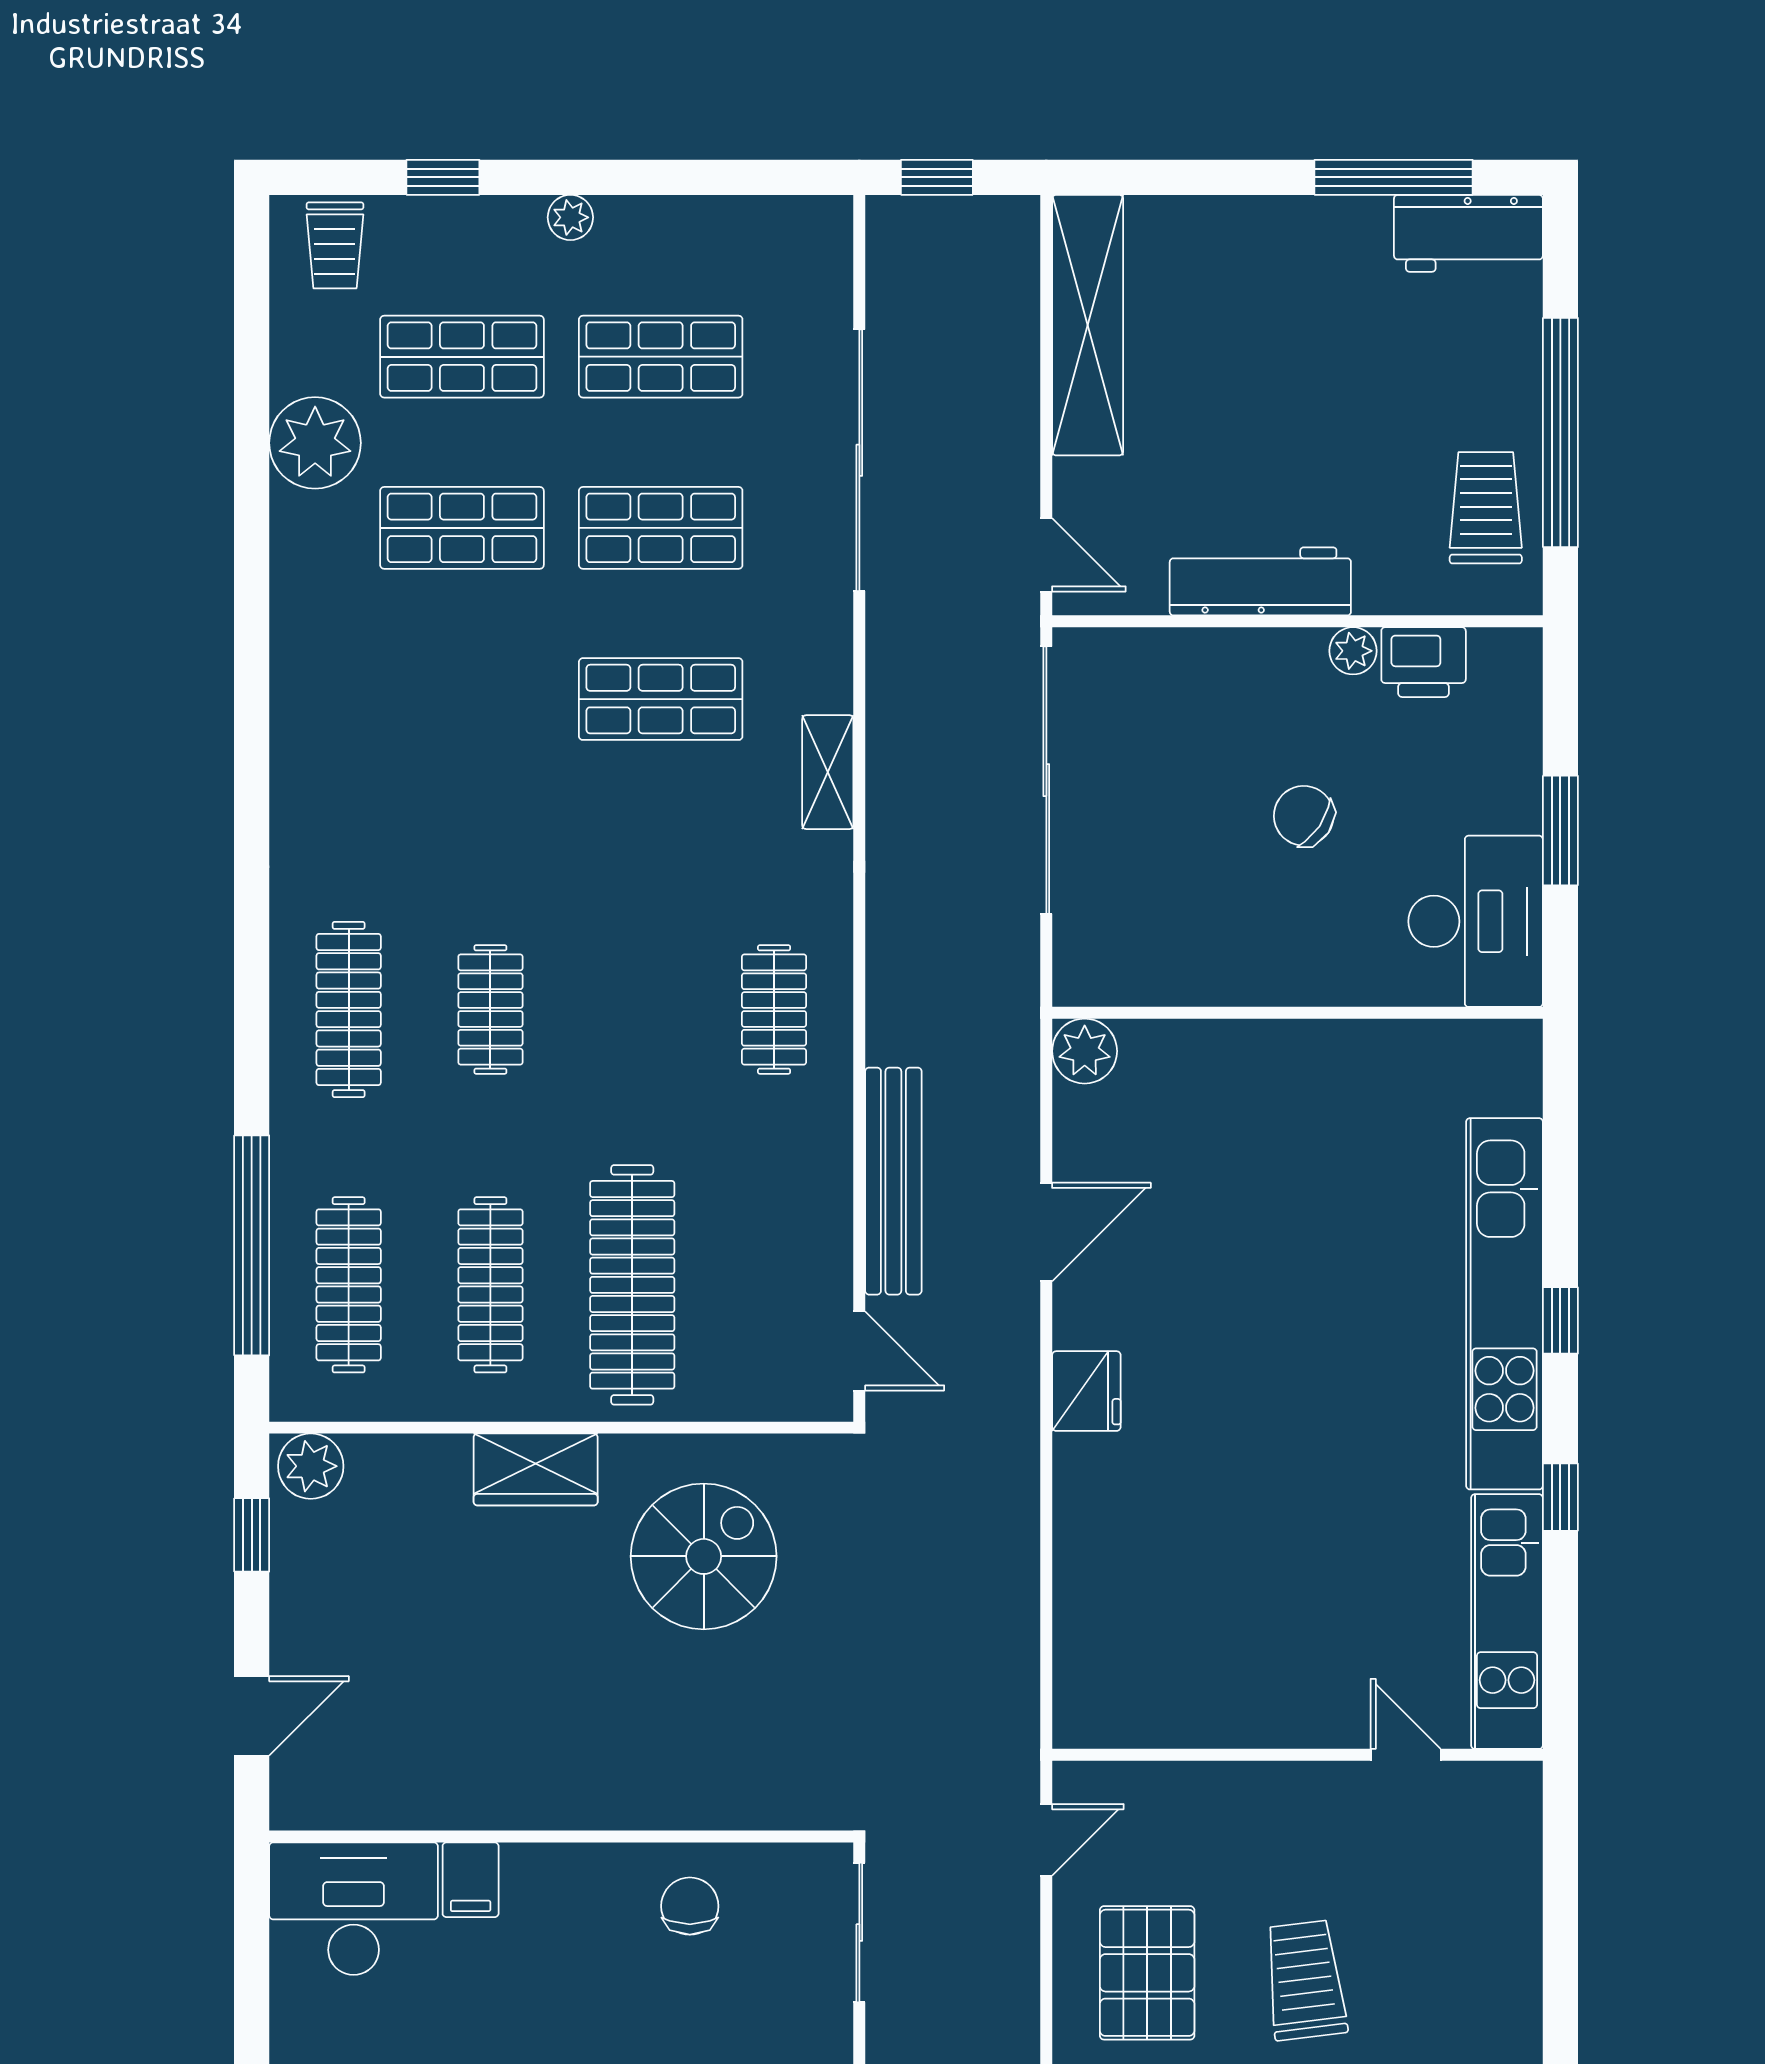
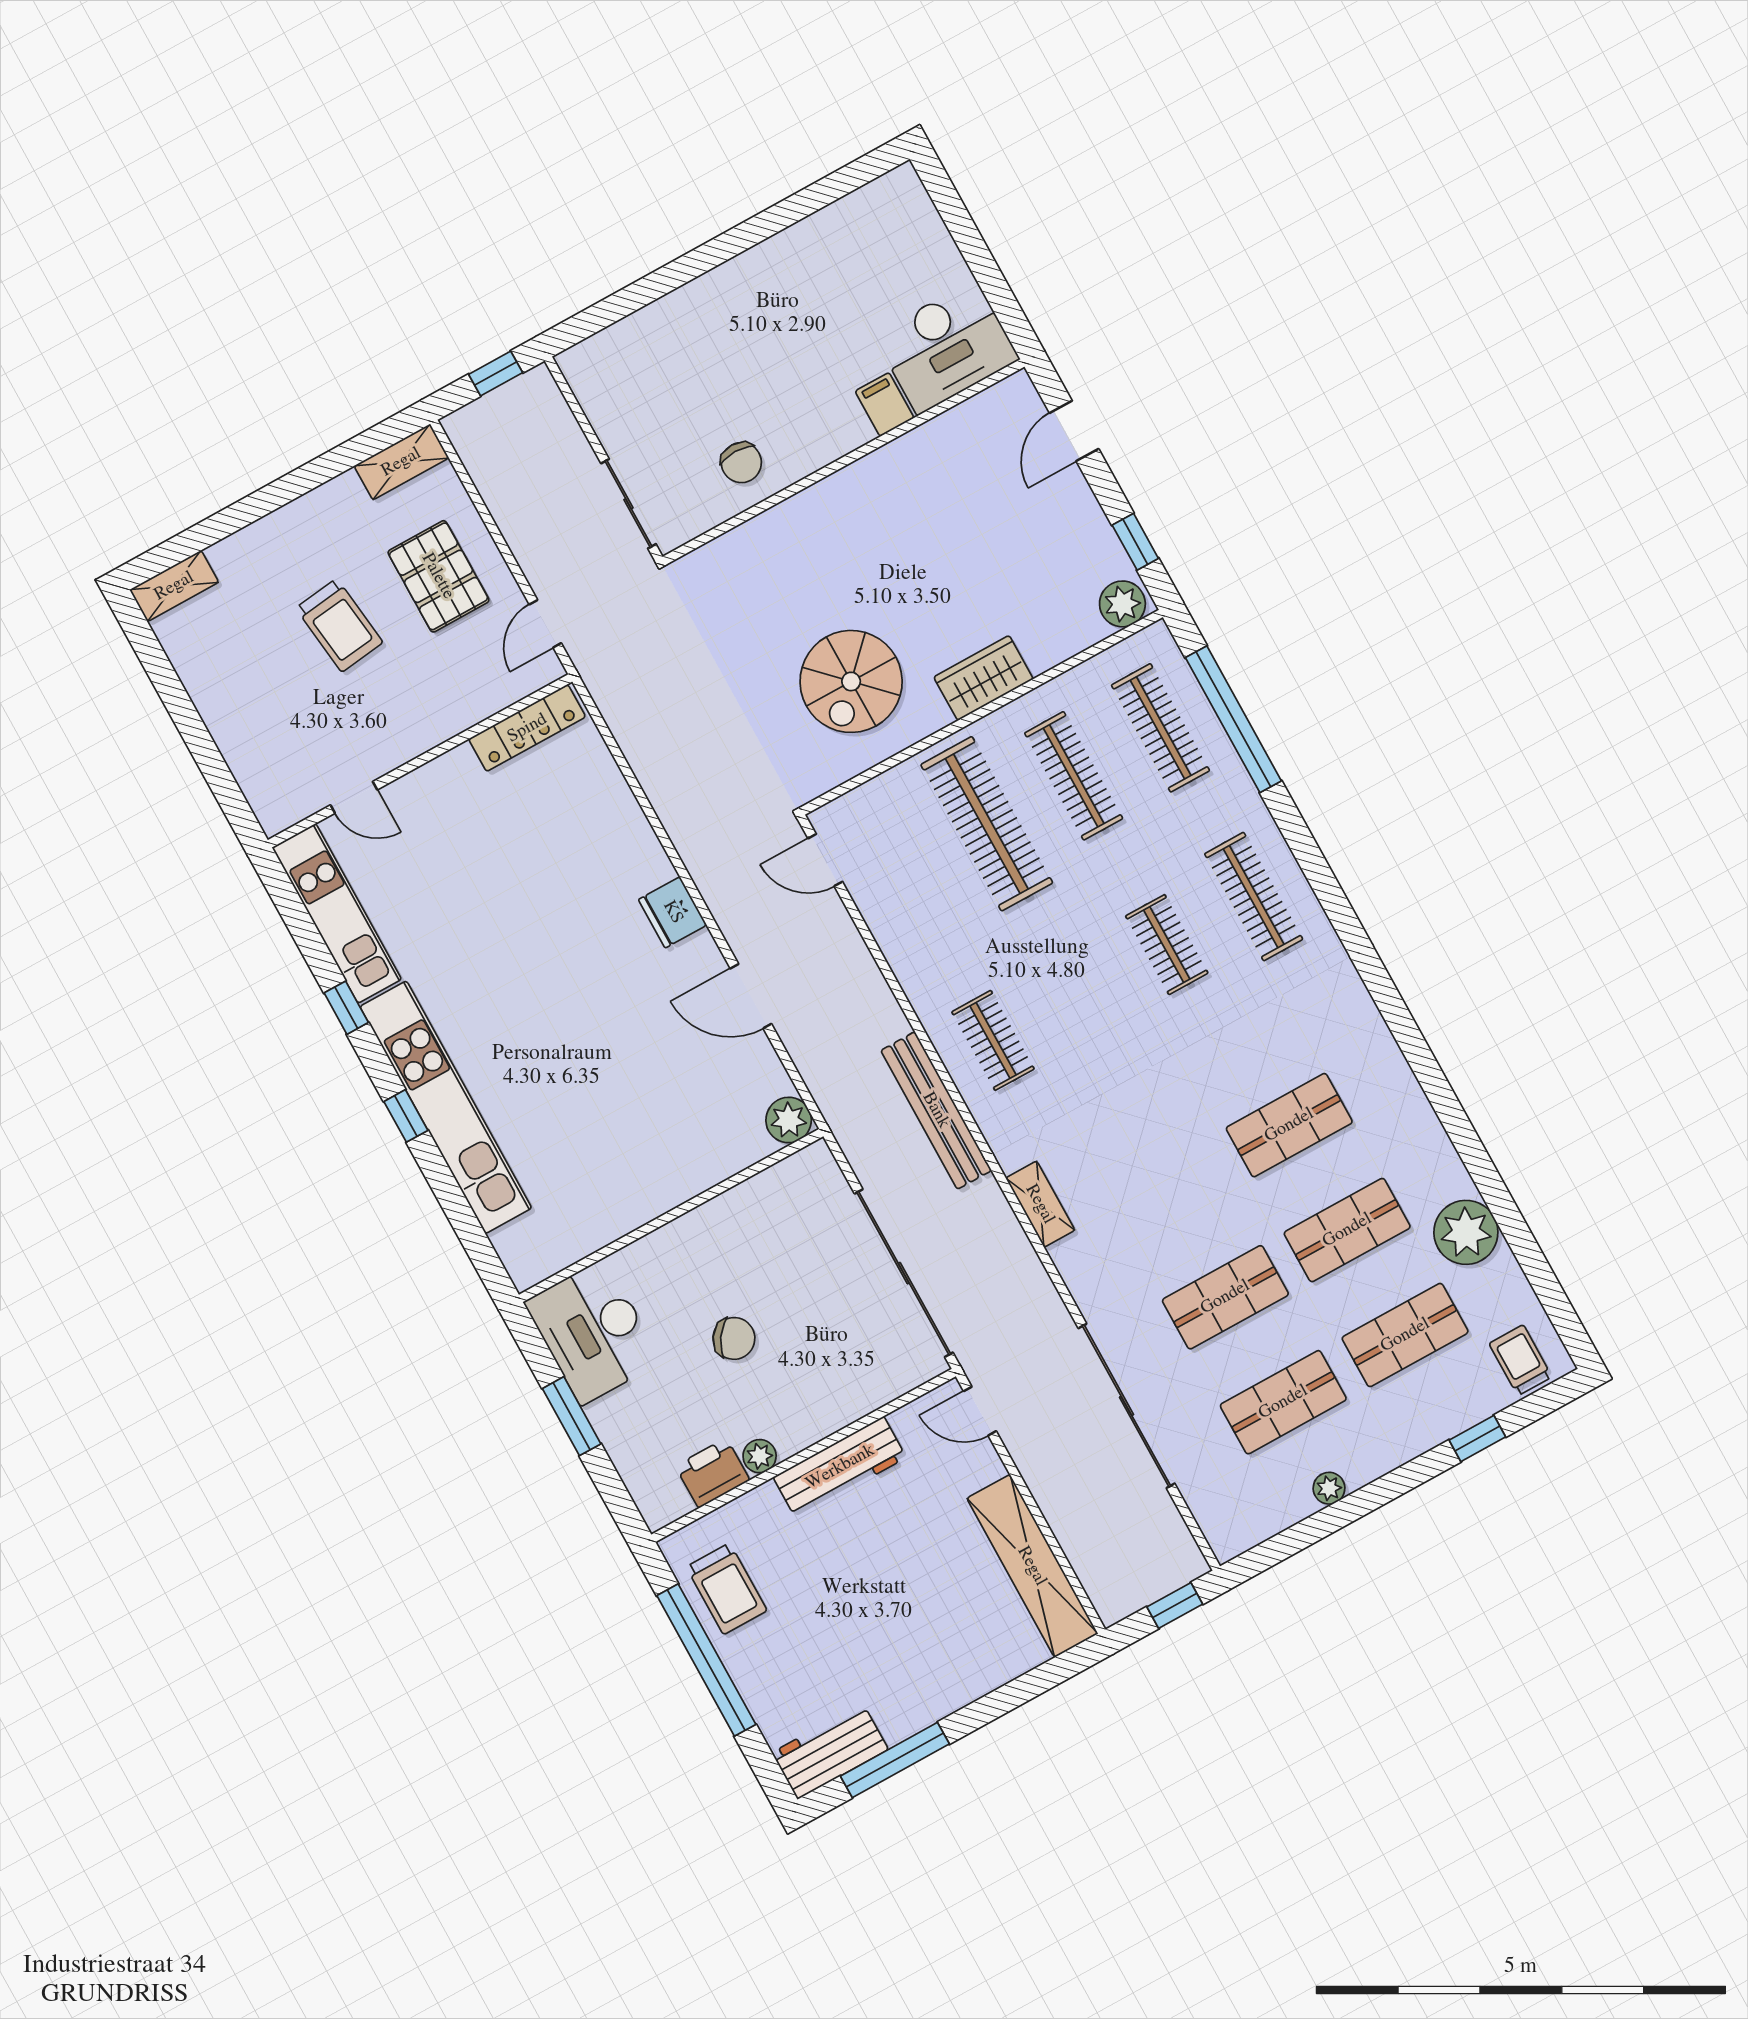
plant: (570, 217) -> (1329, 1488), moved
shop shelf: (661, 699) -> (1289, 1125), moved
bench: (893, 1181) -> (936, 1110), moved
door: (1046, 1232) -> (751, 996), hinge flipped
locker: (1141, 1722) -> (527, 728), added

